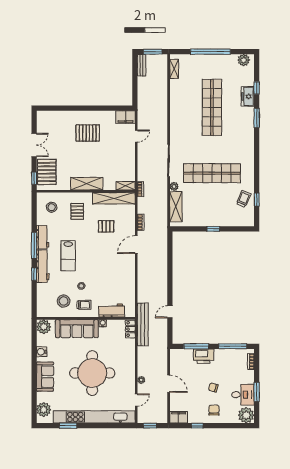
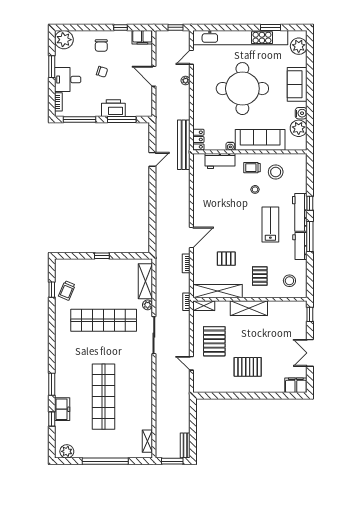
filing cabinet: (125, 117) -> (296, 385), moved
door: (136, 136) -> (191, 363), hinge flipped
pallet: (47, 172) -> (214, 341), moved
plant: (44, 327) -> (299, 128), moved
desk: (243, 395) -> (68, 80), moved

